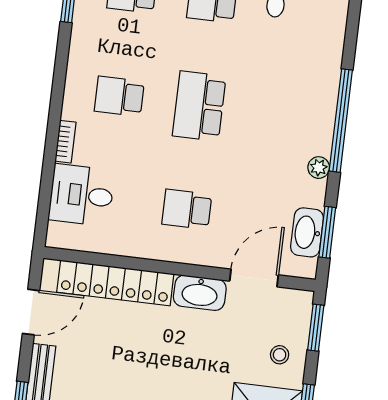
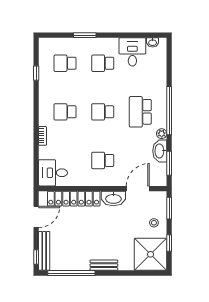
school desk: (199, 106) -> (103, 112), width x0.54
school desk: (279, 116) -> (140, 112), added
desk: (81, 195) -> (53, 173), moved
washbasin: (307, 232) -> (160, 151), moved

